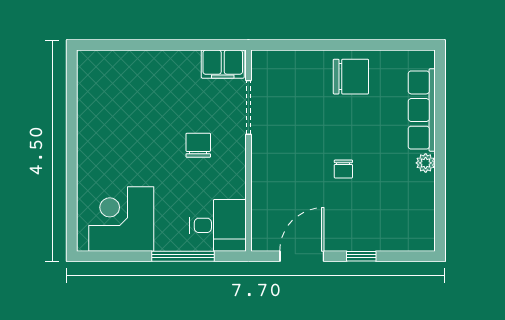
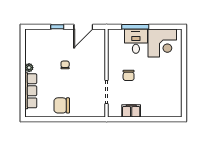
filing cabinet: (223, 64) -> (131, 111), moved
desk: (218, 225) -> (136, 41), moved, turned 90

